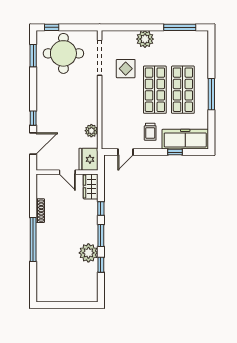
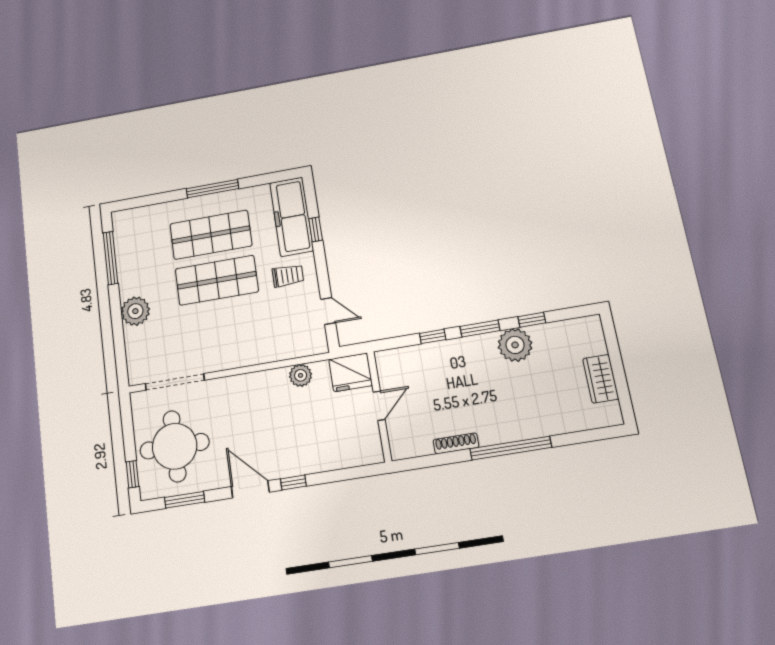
display table: (126, 69) -> (188, 335), removed
door: (33, 144) -> (250, 489), moved
wardrobe: (91, 187) -> (601, 379), moved, turned 90

